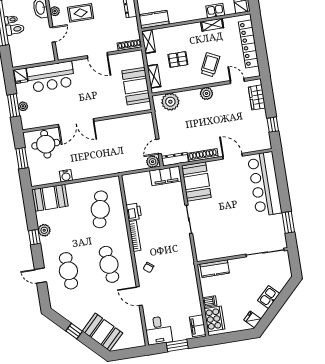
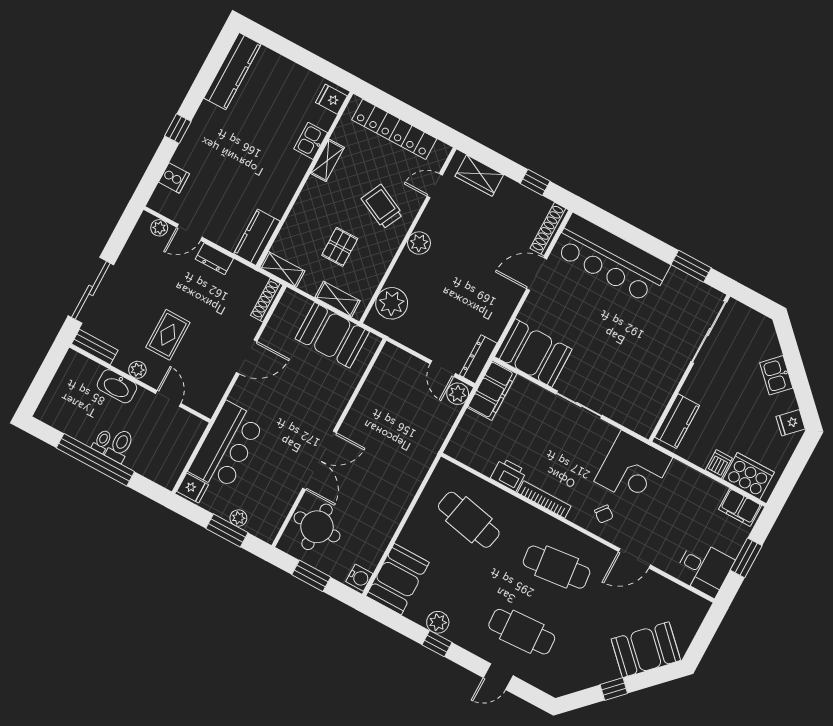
shoe rack: (203, 155) -> (549, 229), moved
water cooler: (66, 176) -> (359, 578), moved
corner desk: (178, 265) -> (633, 469), added

